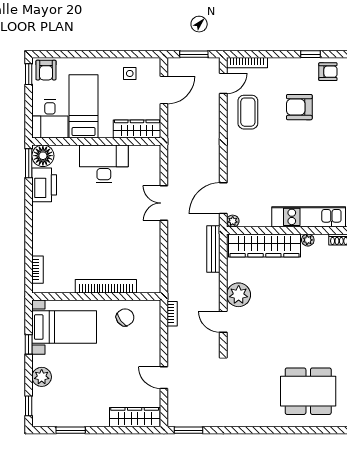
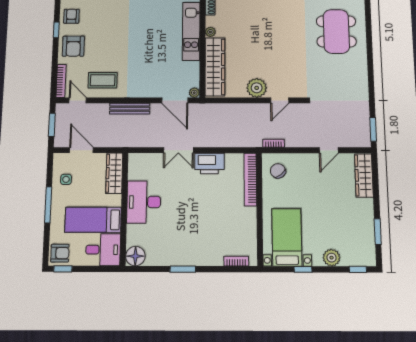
window: (101, 54) -> (48, 205), added
armchair: (299, 107) -> (73, 46), moved
window: (29, 163) -> (183, 269), moved
printer: (44, 185) -> (209, 163), moved, turned 180
bench: (213, 249) -> (130, 109), moved
bookcase: (106, 286) -> (250, 179), moved
chair: (125, 317) -> (278, 171), moved

